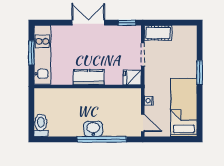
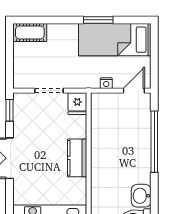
cot: (158, 33) -> (30, 33), moved, turned 90
window: (200, 73) -> (98, 20), moved
washbasin: (93, 129) -> (141, 196), moved

